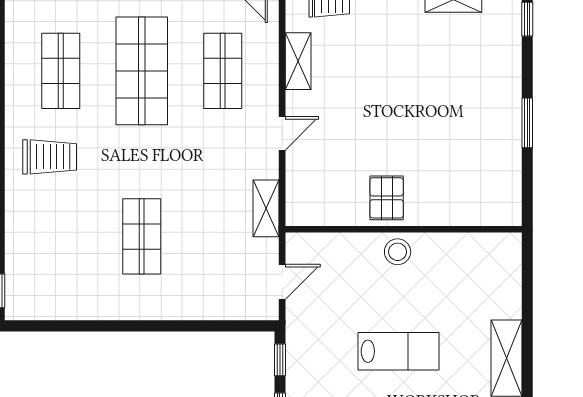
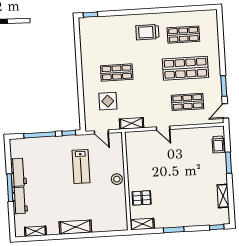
shelving: (298, 61) -> (142, 224), moved
trolley: (50, 157) -> (147, 32), turned 90
pallet: (387, 198) -> (142, 198), moved
display table: (209, 262) -> (108, 101), added
lab bench: (398, 351) -> (81, 166), moved

